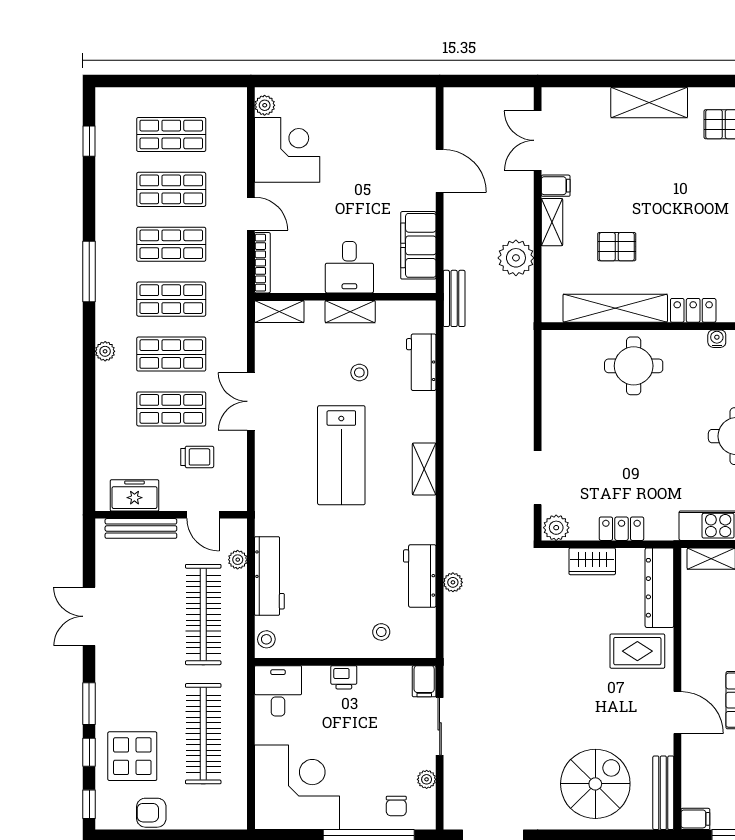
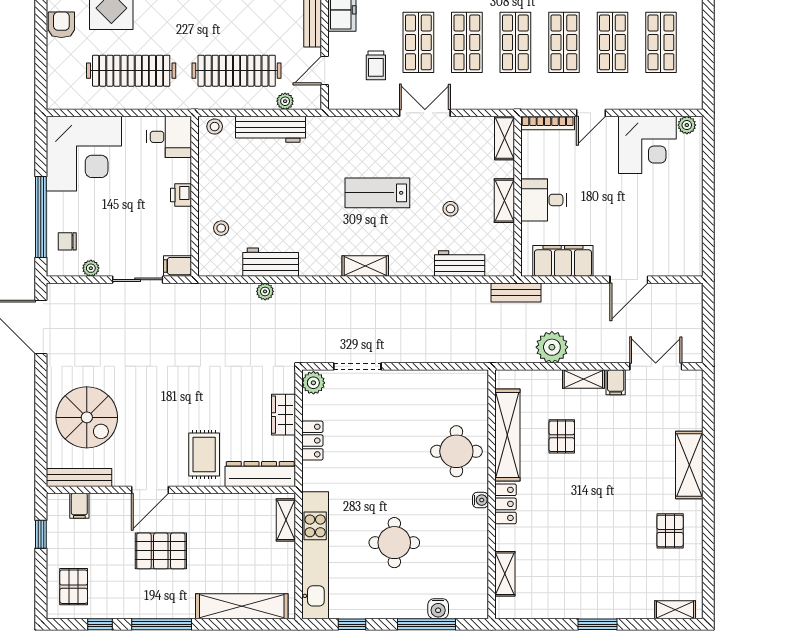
water cooler: (717, 339) -> (480, 500), moved
lab bench: (341, 455) -> (377, 193), width x0.73, depth x0.72
filing cabinet: (695, 819) -> (79, 506), moved

